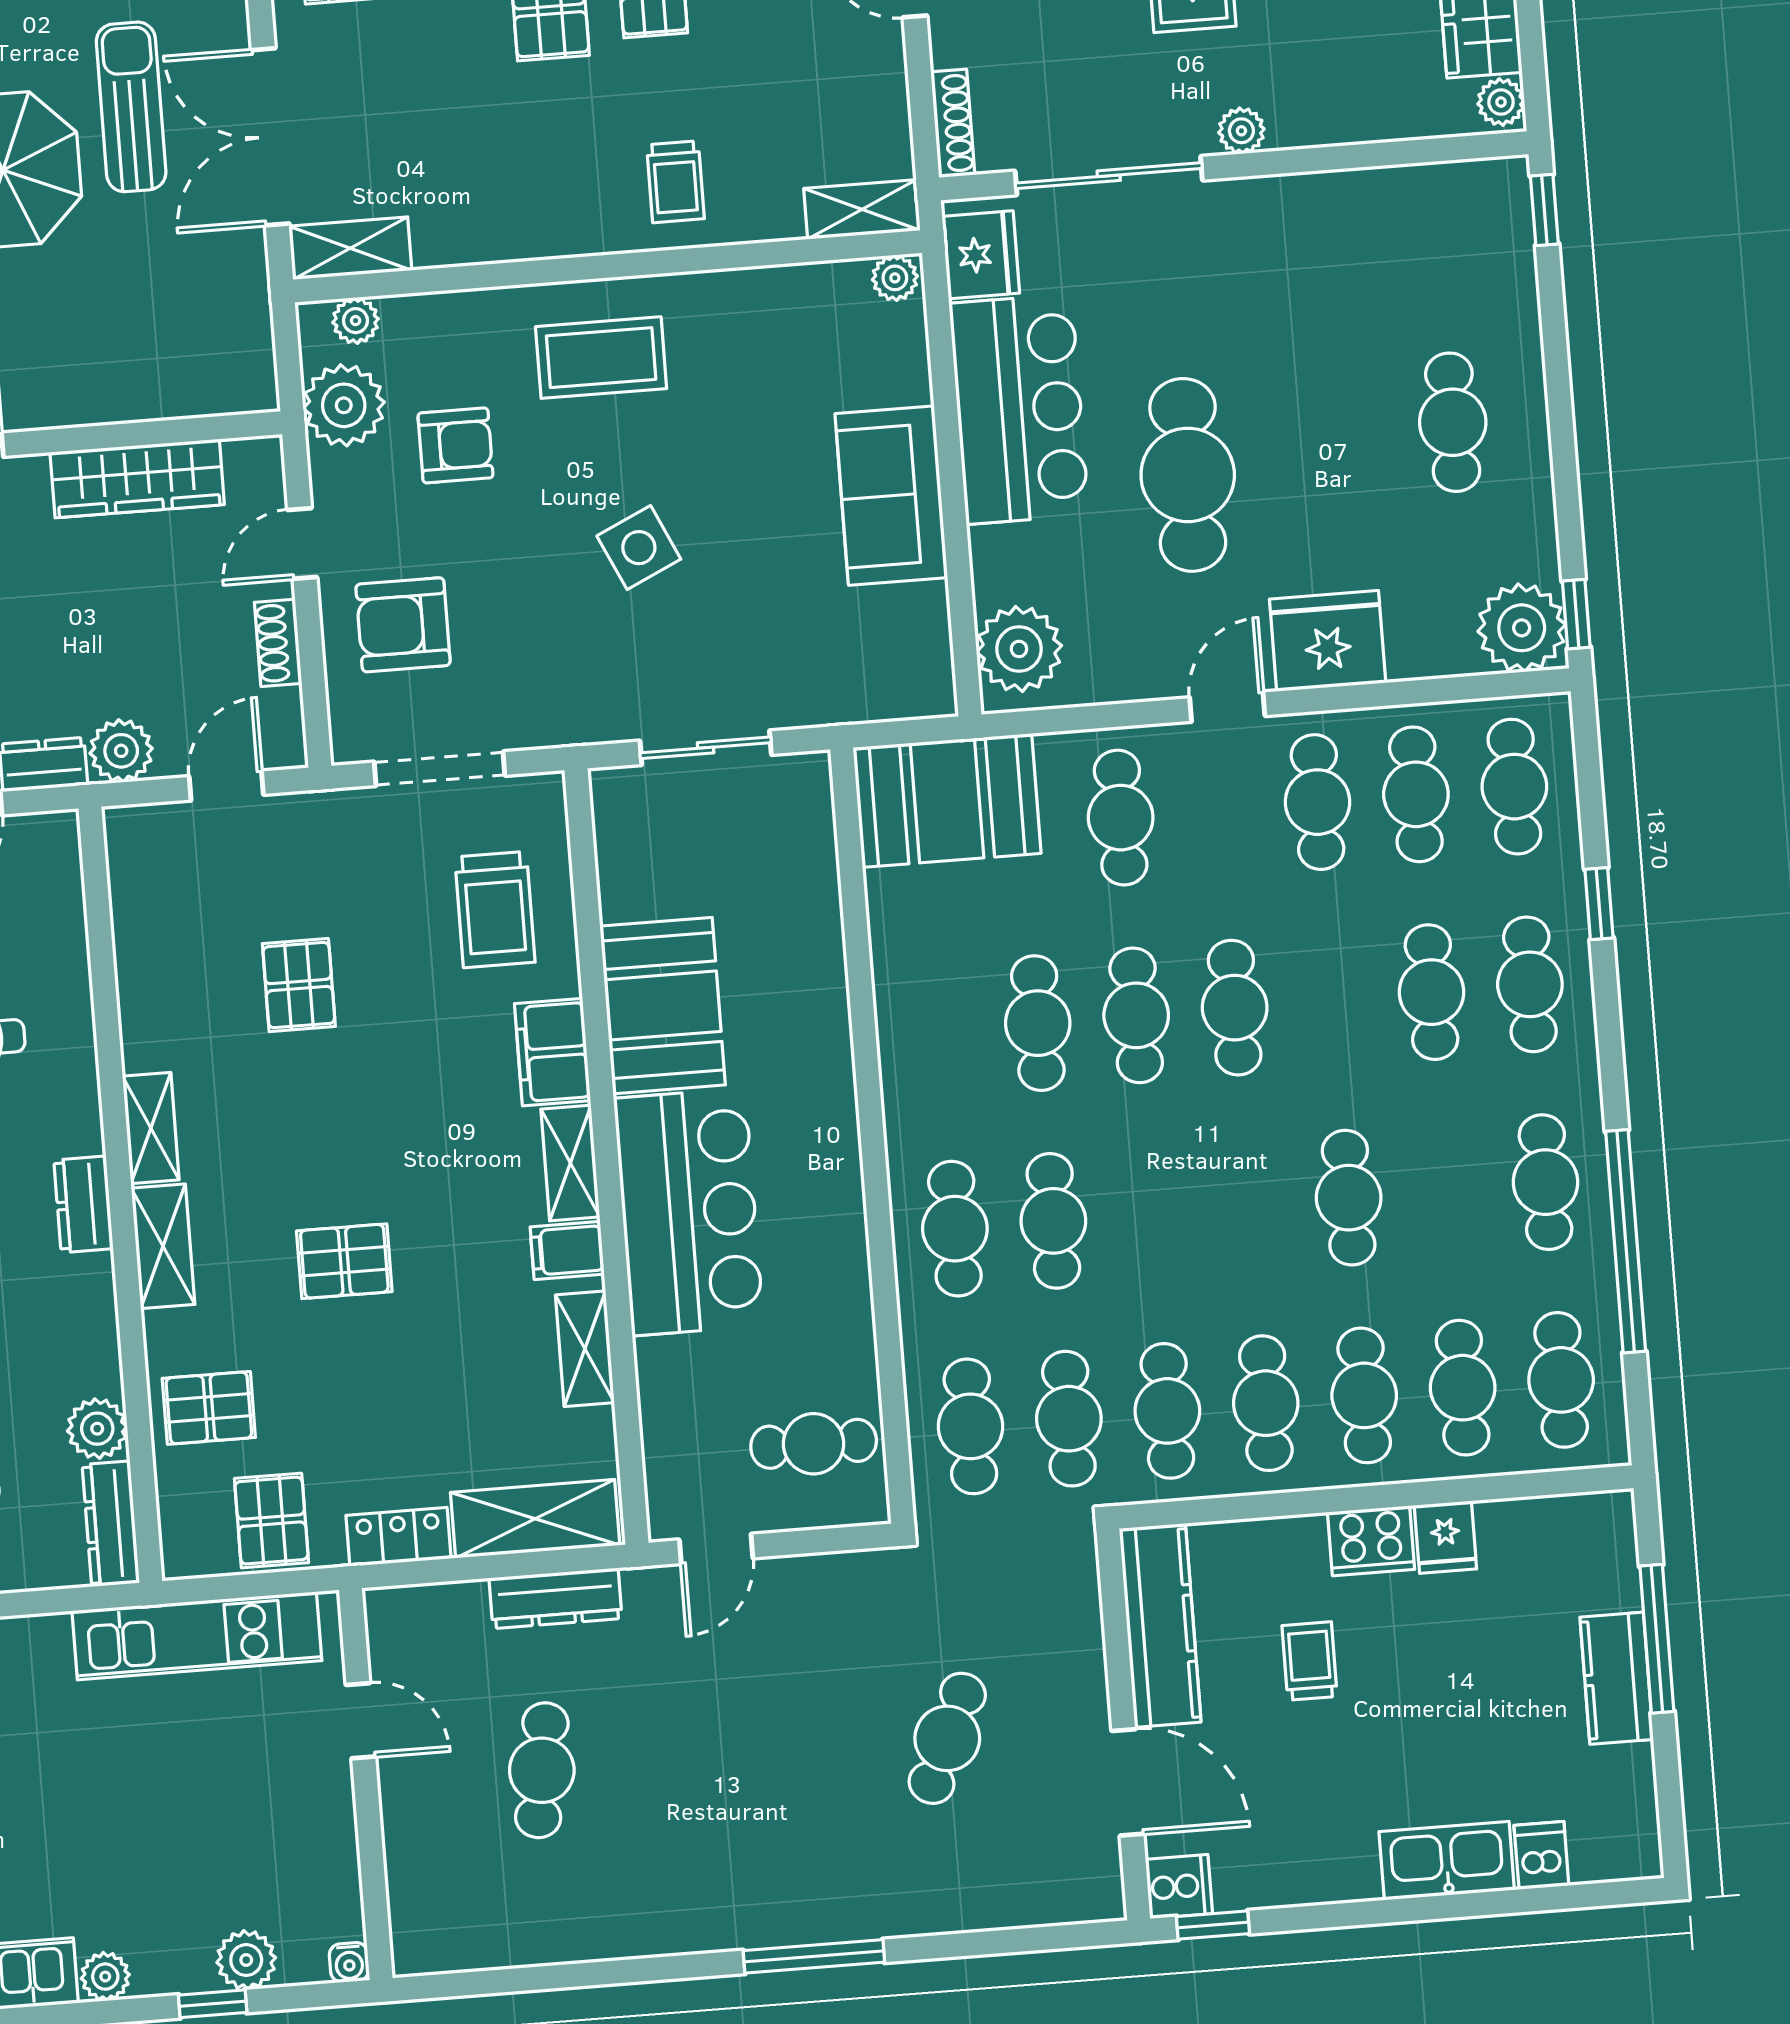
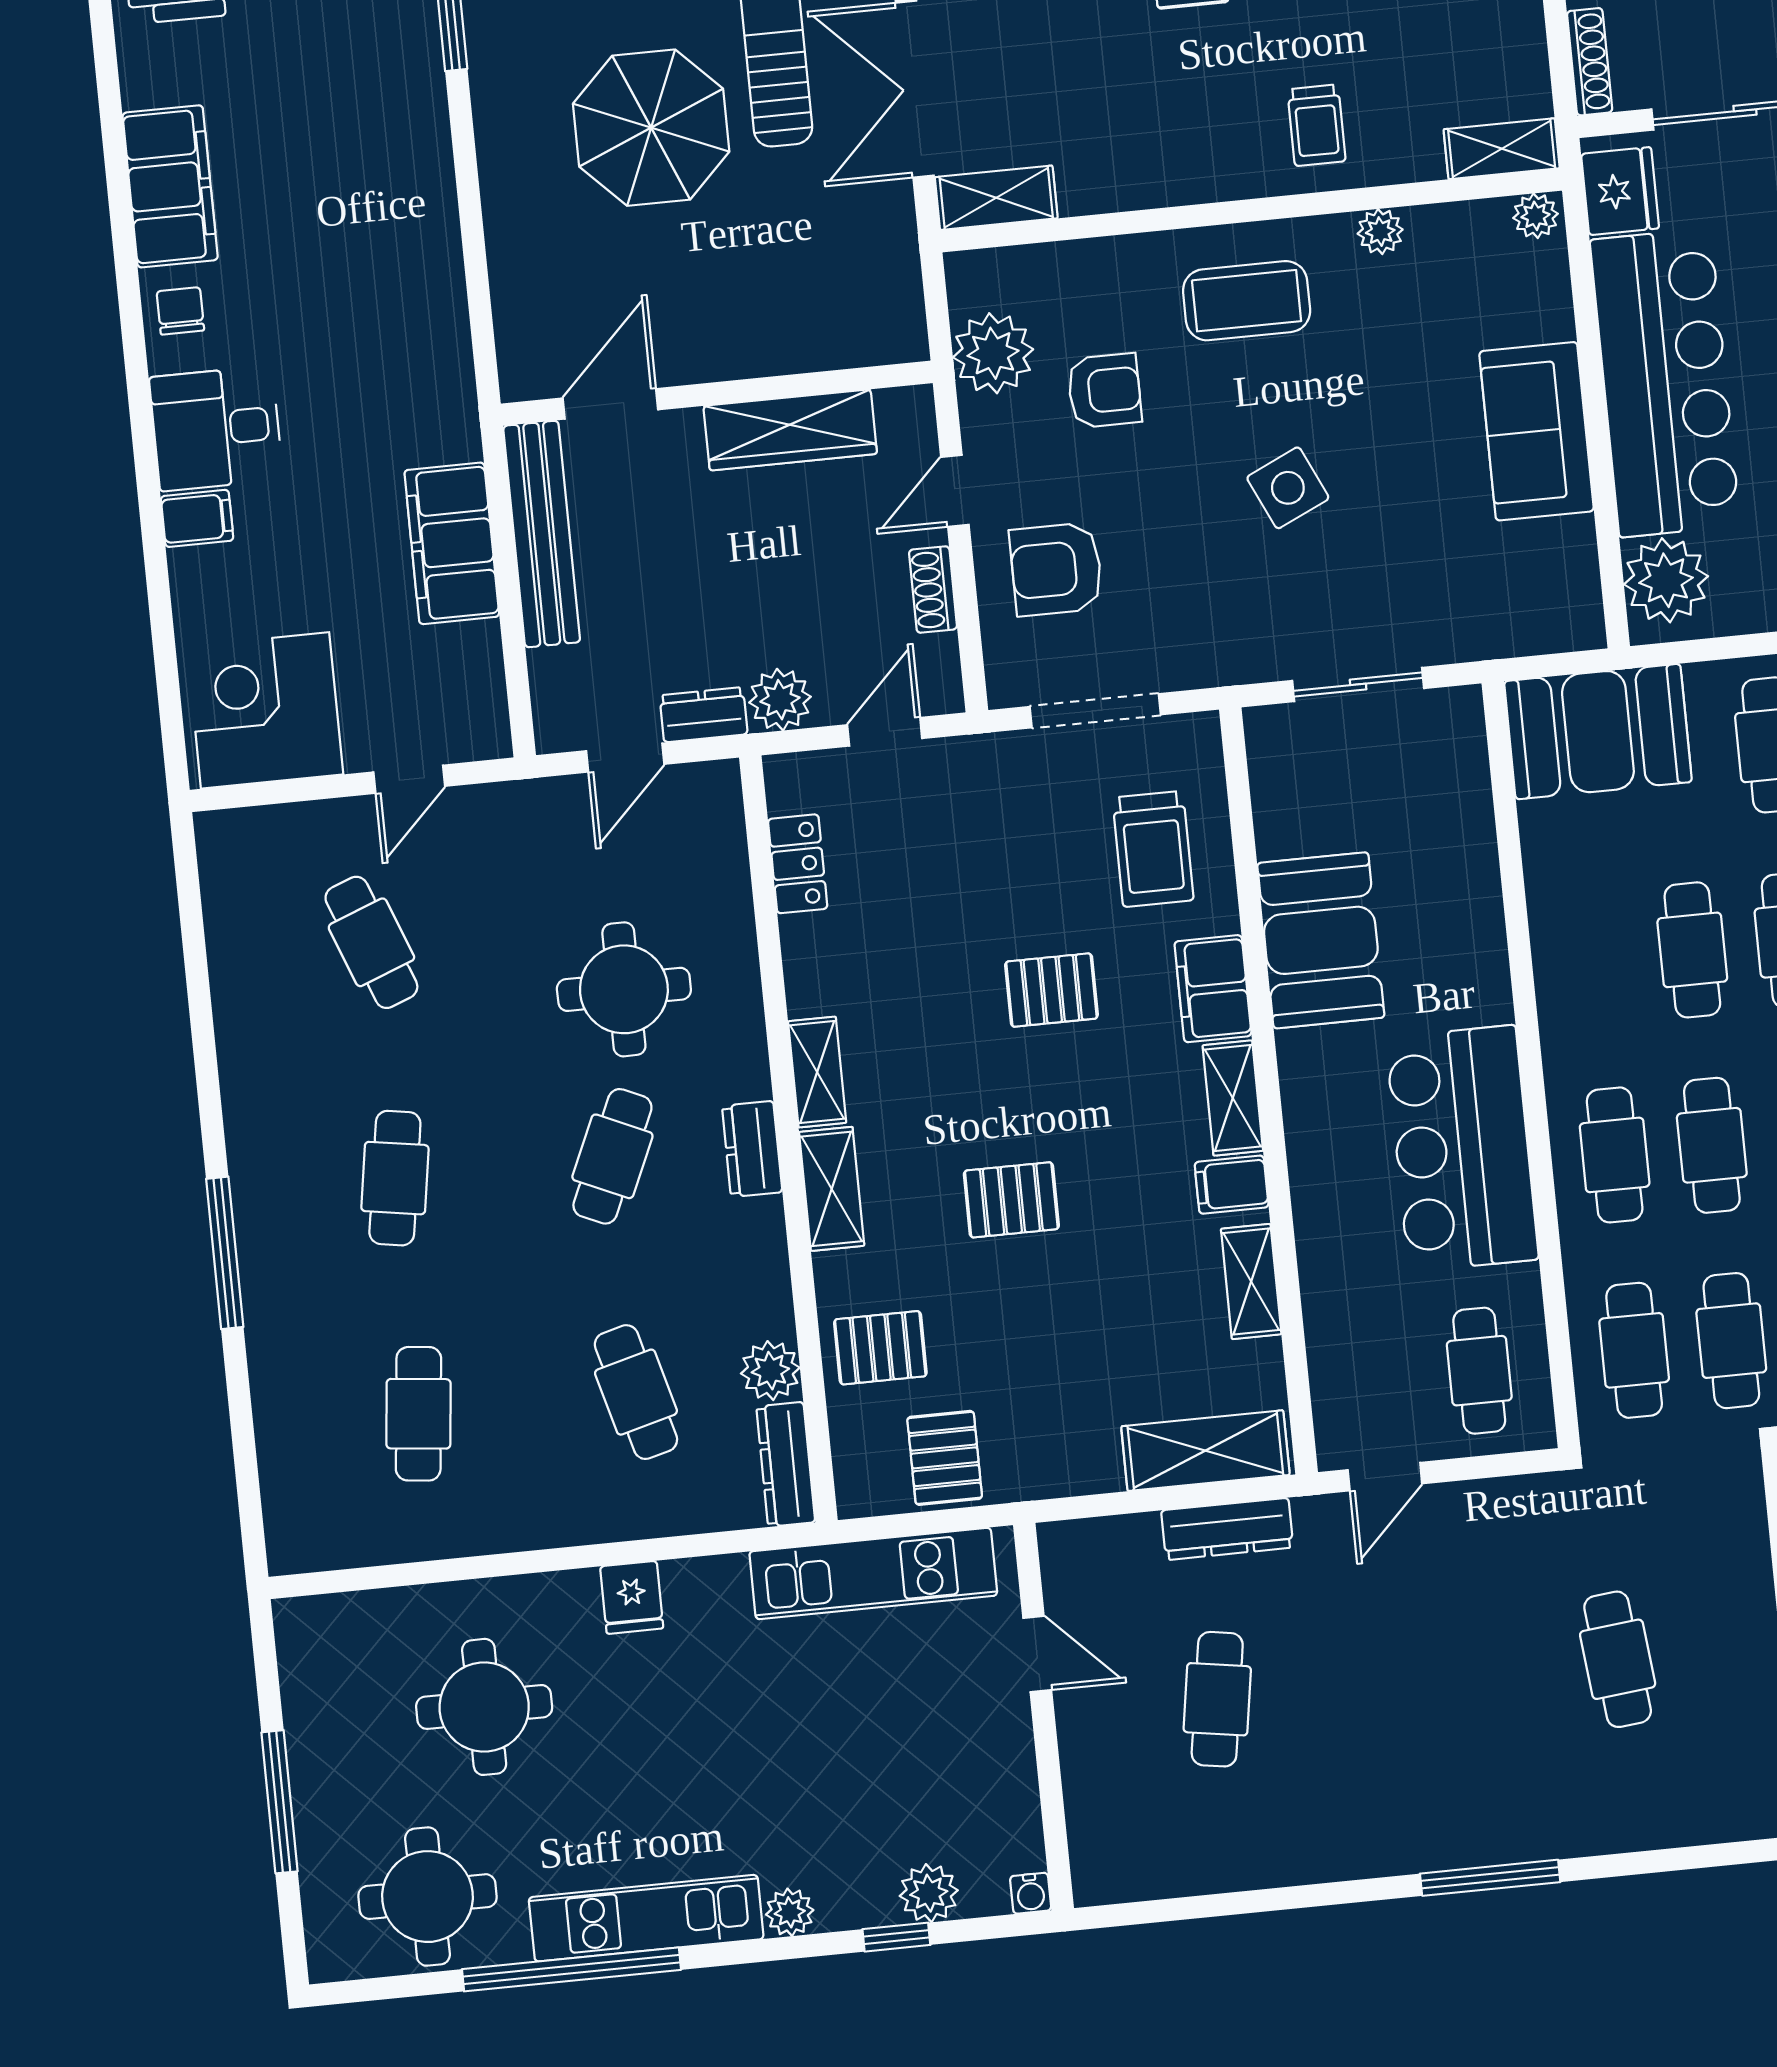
plant: (356, 321) -> (1380, 232), moved
bar counter: (1019, 409) -> (1665, 383), width x1.36
pallet: (299, 985) -> (1051, 990), moved, turned 90
bar counter: (689, 1212) -> (1462, 1148), moved, turned 180
cafe table: (814, 1444) -> (1479, 1371), turned 90
locker: (398, 1537) -> (798, 864), moved, turned 90
cafe table: (947, 1738) -> (1618, 1659), turned -30

